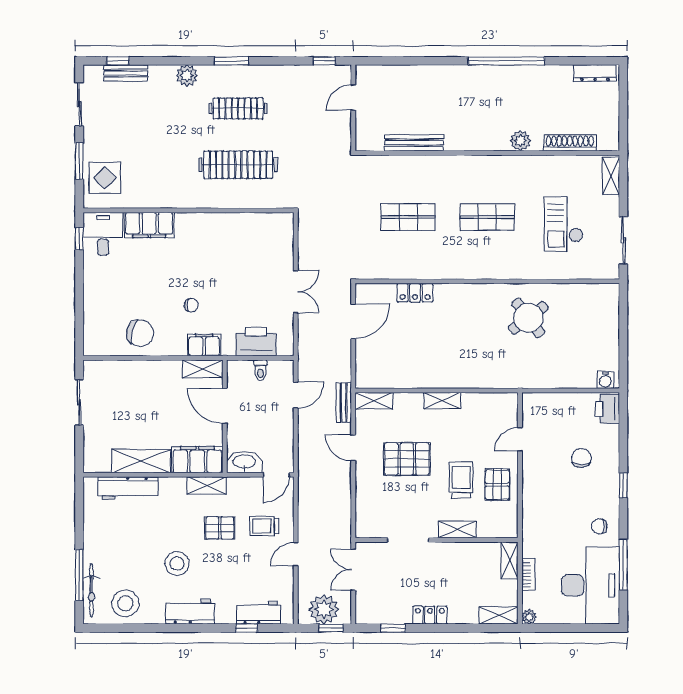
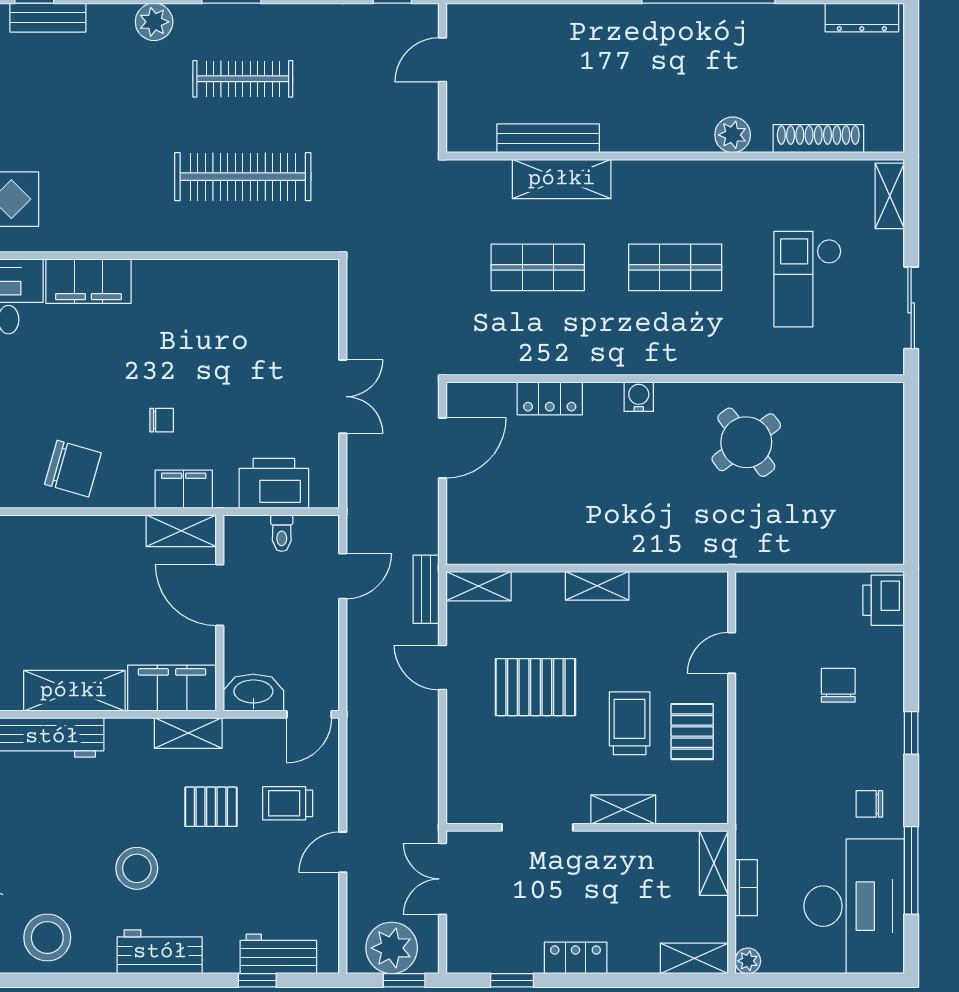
shelving: (422, 166) -> (562, 179), added
water cooler: (605, 380) -> (639, 397), moved, turned 180

